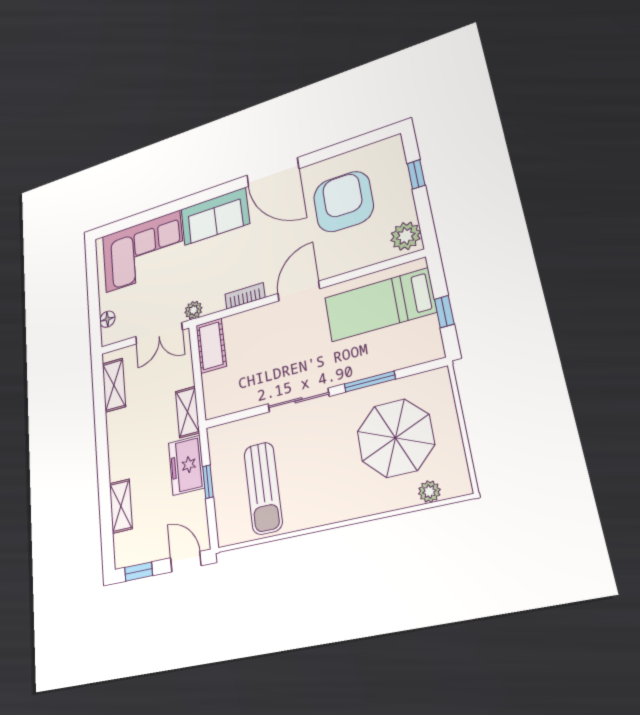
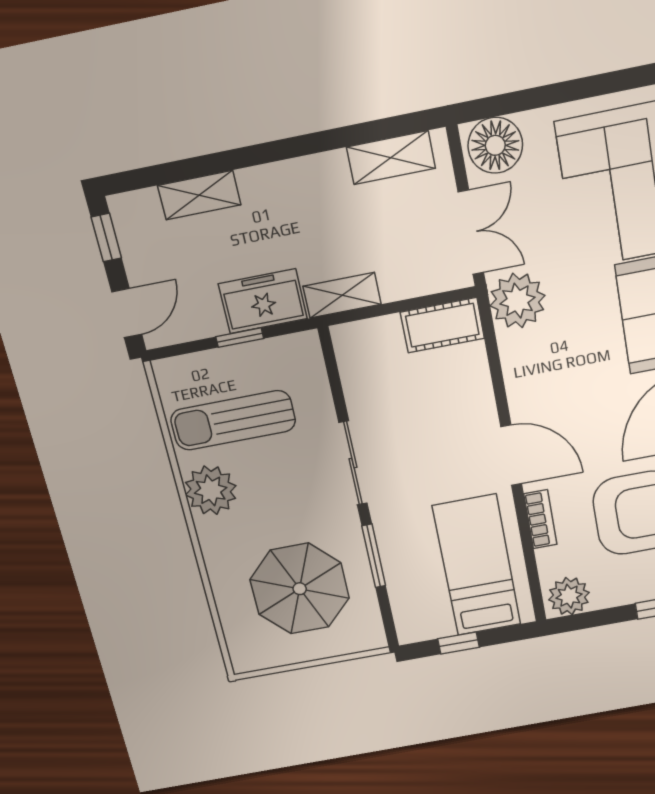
bookcase: (245, 296) -> (540, 519), moved
plant: (193, 310) -> (518, 301), width x1.88, depth x1.88
floor lamp: (107, 319) -> (495, 145), width x1.89, depth x1.89
double door: (159, 333) -> (471, 232), swing flipped
plant: (429, 492) -> (211, 490), moved, width x1.88, depth x1.88

